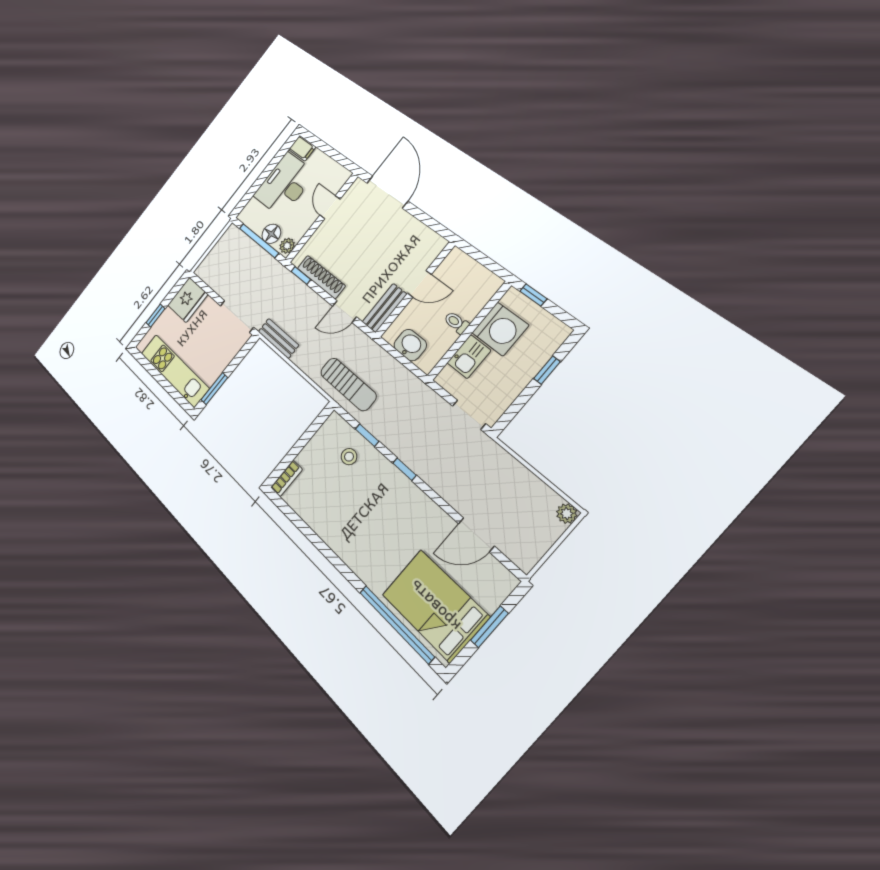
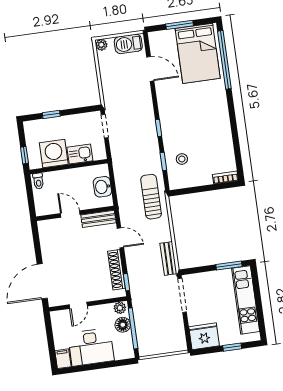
toilet: (456, 323) -> (38, 181), moved
barbecue: (533, 544) -> (128, 44), added

